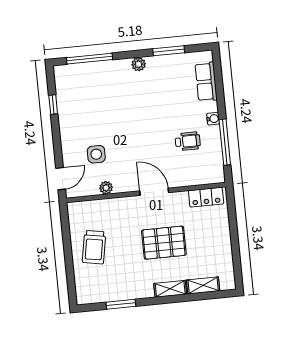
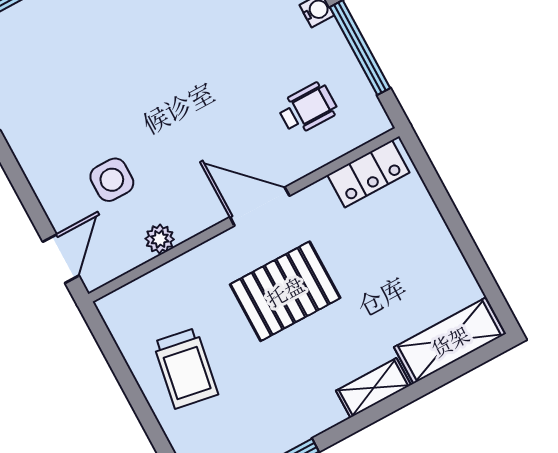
wheelchair: (188, 141) -> (308, 108), moved
pallet: (164, 243) -> (285, 291), moved
shelving: (203, 285) -> (450, 341), width x1.50, depth x1.33

